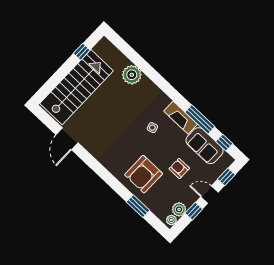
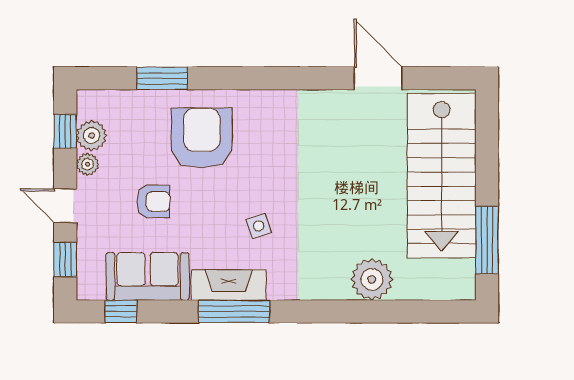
window: (82, 52) -> (487, 240), width x2.17
window: (200, 119) -> (234, 311), moved
door: (210, 195) -> (65, 206), swing flipped
window: (194, 211) -> (65, 131), moved
plant: (171, 220) -> (88, 164), moved

